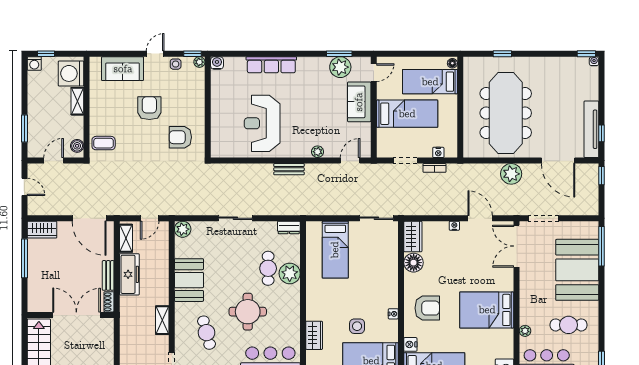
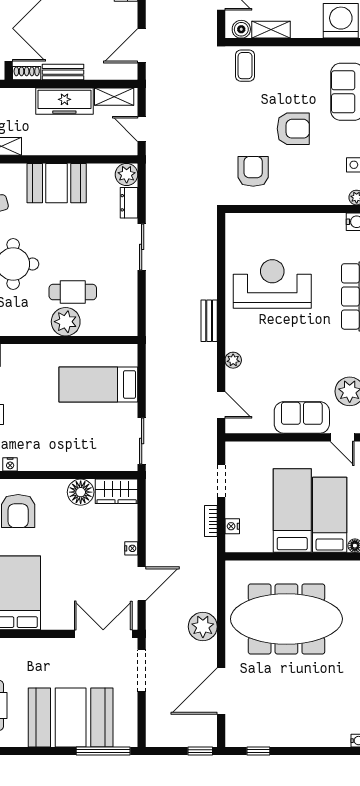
shelving: (77, 101) -> (271, 30), moved
bed: (407, 114) -> (292, 510), moved, turned 180
tv unit: (591, 129) -> (264, 737), removed
door: (89, 218) -> (142, 46), width x0.73
dresser: (289, 227) -> (129, 203), moved

